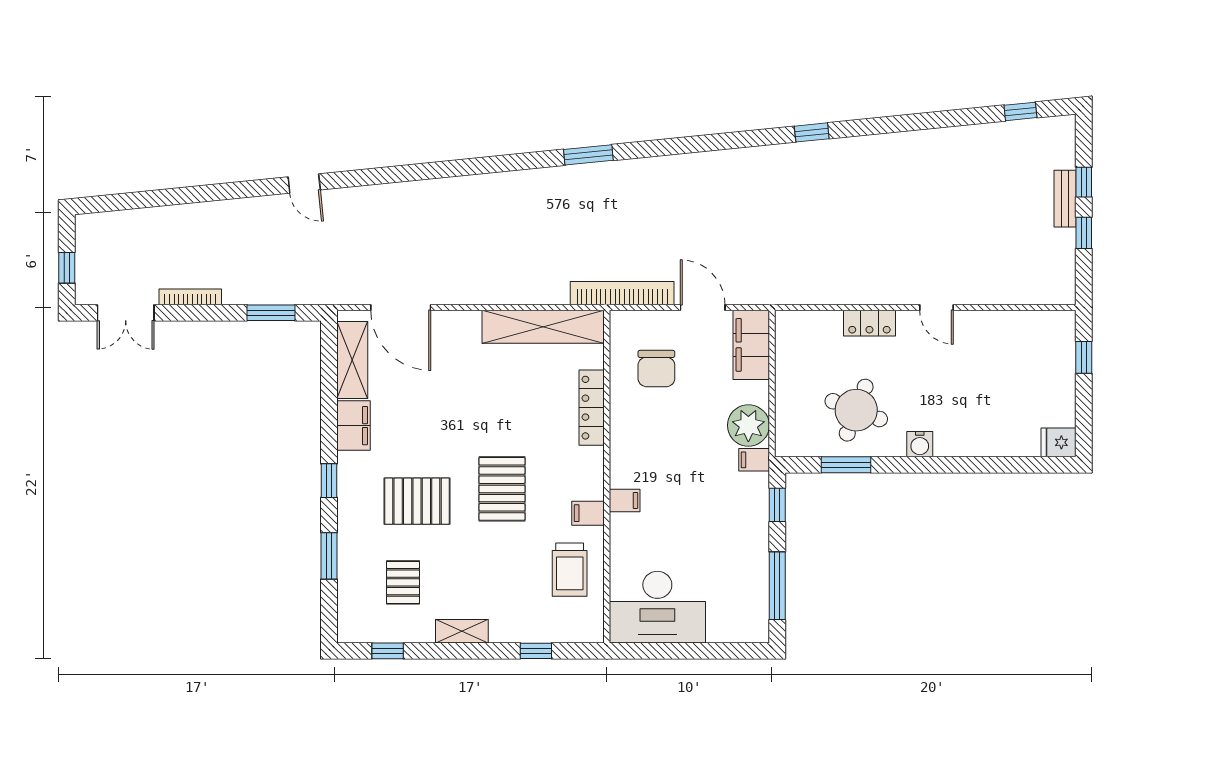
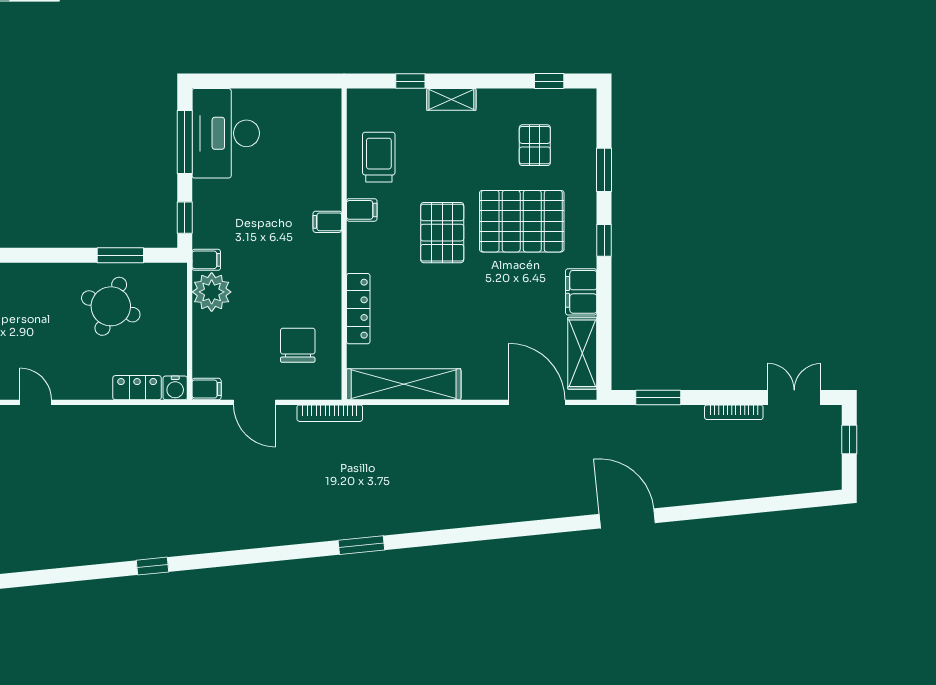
door: (304, 183) -> (627, 518), width x1.87
bookcase: (622, 293) -> (330, 413), width x0.68, depth x0.76
locker: (869, 323) -> (137, 388), moved
filing cabinet: (751, 345) -> (207, 389), width x0.33, depth x0.86
water cooler: (920, 444) -> (175, 388), moved, turned 180
pallet: (417, 501) -> (522, 221), width x1.37, depth x1.41
desk: (657, 607) -> (226, 133), moved, turned -90
shelving: (462, 631) -> (451, 99), moved

